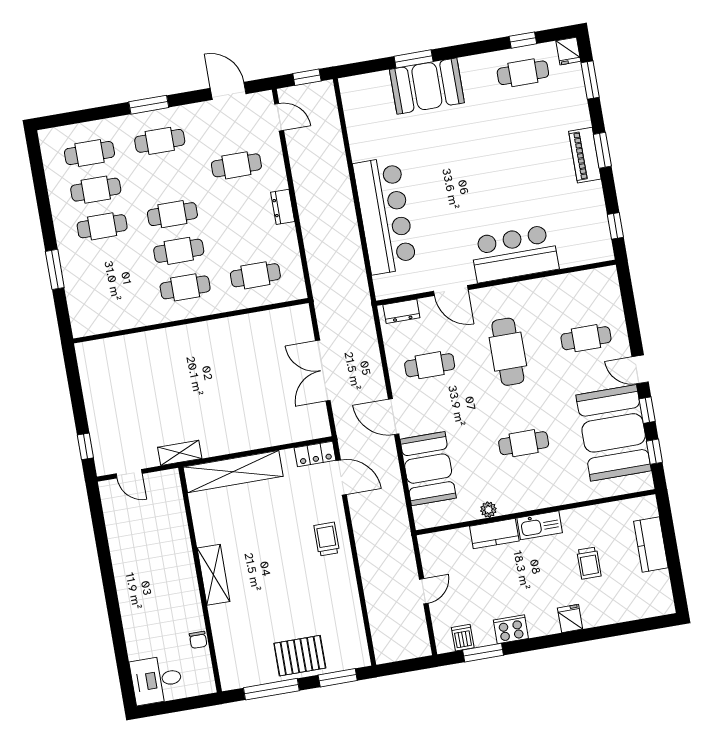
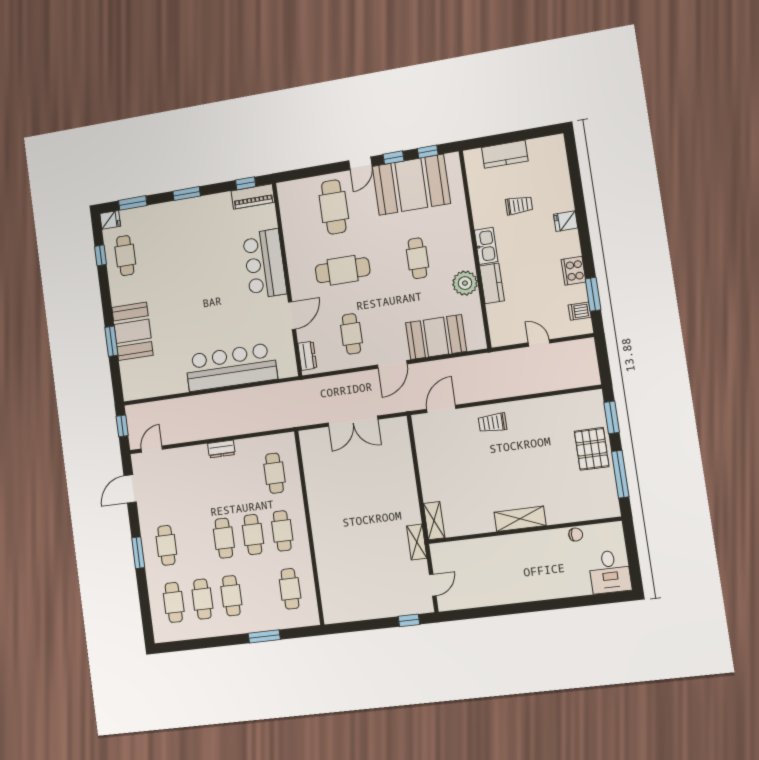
piano: (585, 155) -> (253, 197), moved
cafe table: (236, 165) -> (290, 589), moved
cafe table: (586, 338) -> (334, 207), width x1.37, depth x1.35
locker: (315, 454) -> (421, 430), removed
shelving: (233, 472) -> (434, 521), width x0.45, depth x0.75
plant: (488, 510) -> (465, 283), width x1.88, depth x1.88

